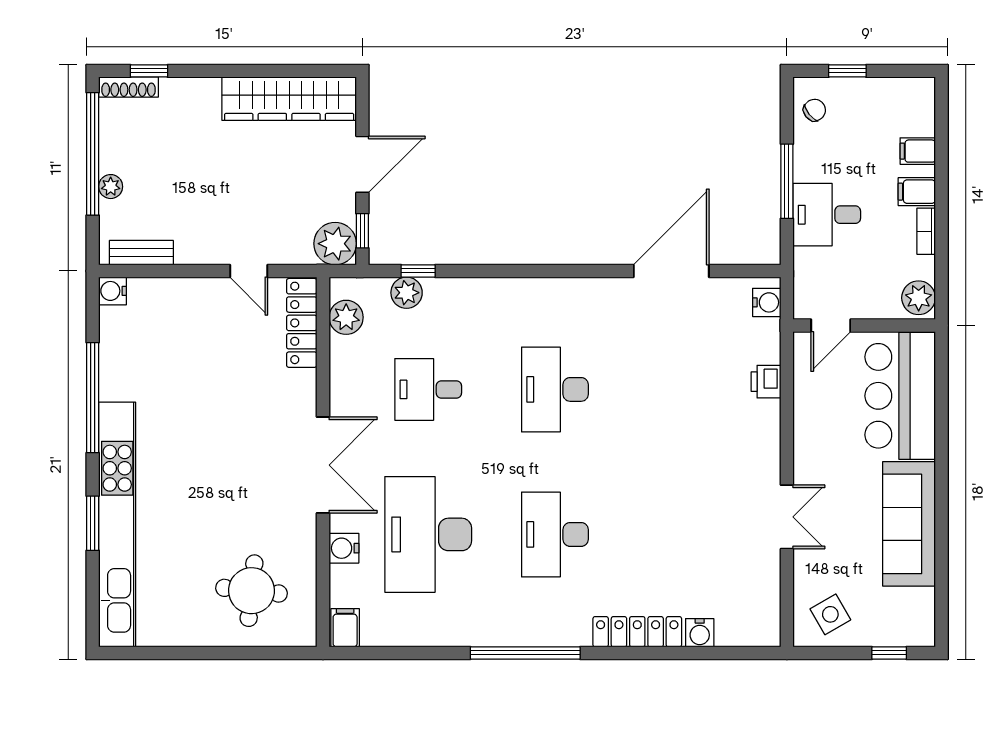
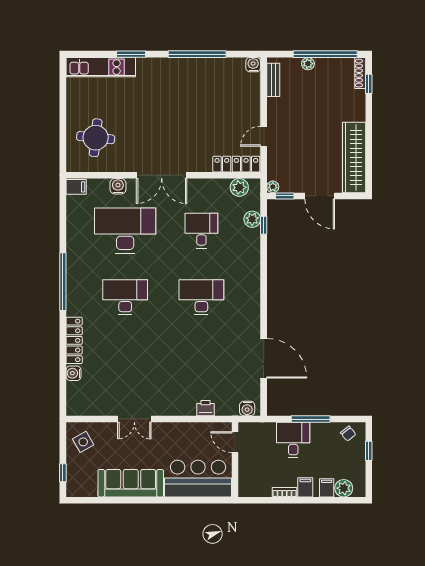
plant: (335, 244) -> (273, 187), width x0.53, depth x0.53
plant: (919, 298) -> (344, 488), moved
kitchen unit: (117, 525) -> (101, 67), width x0.54

